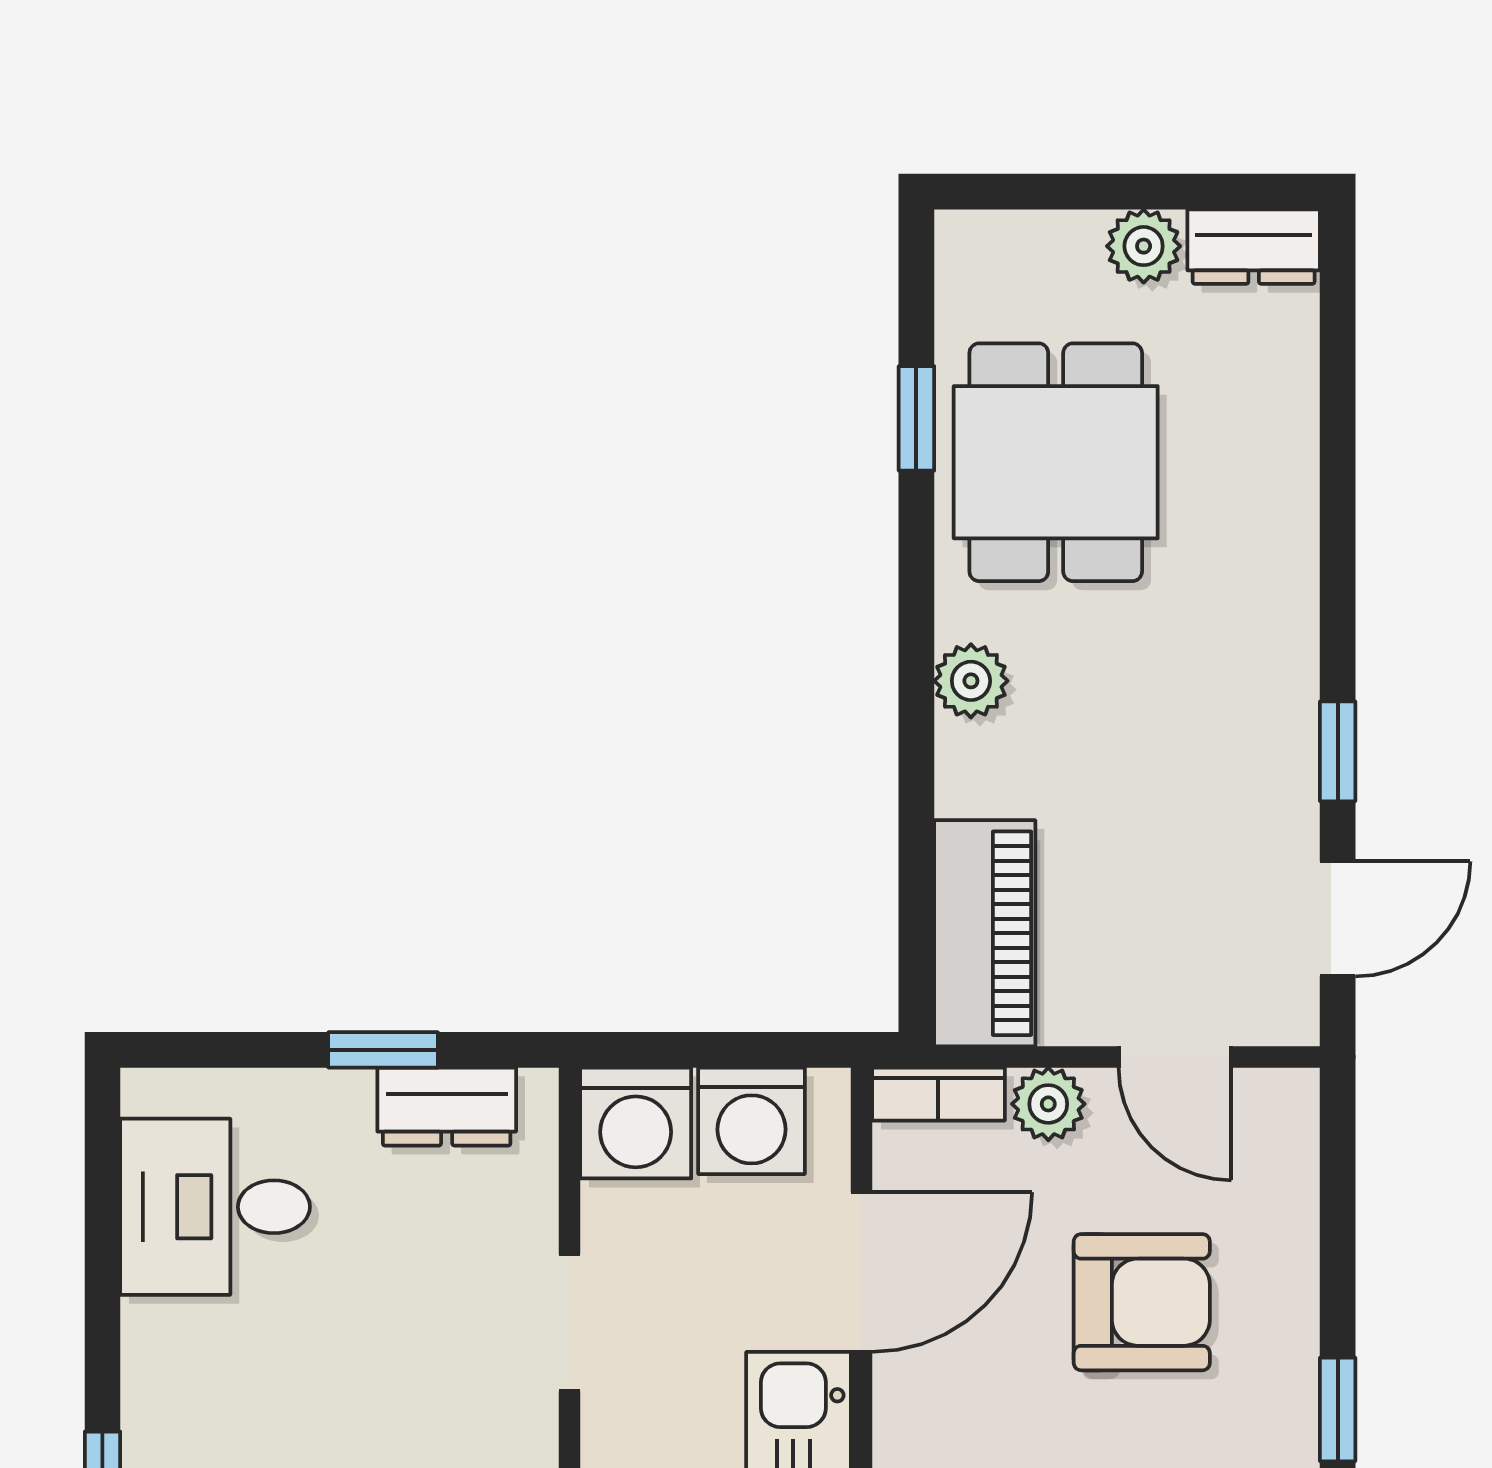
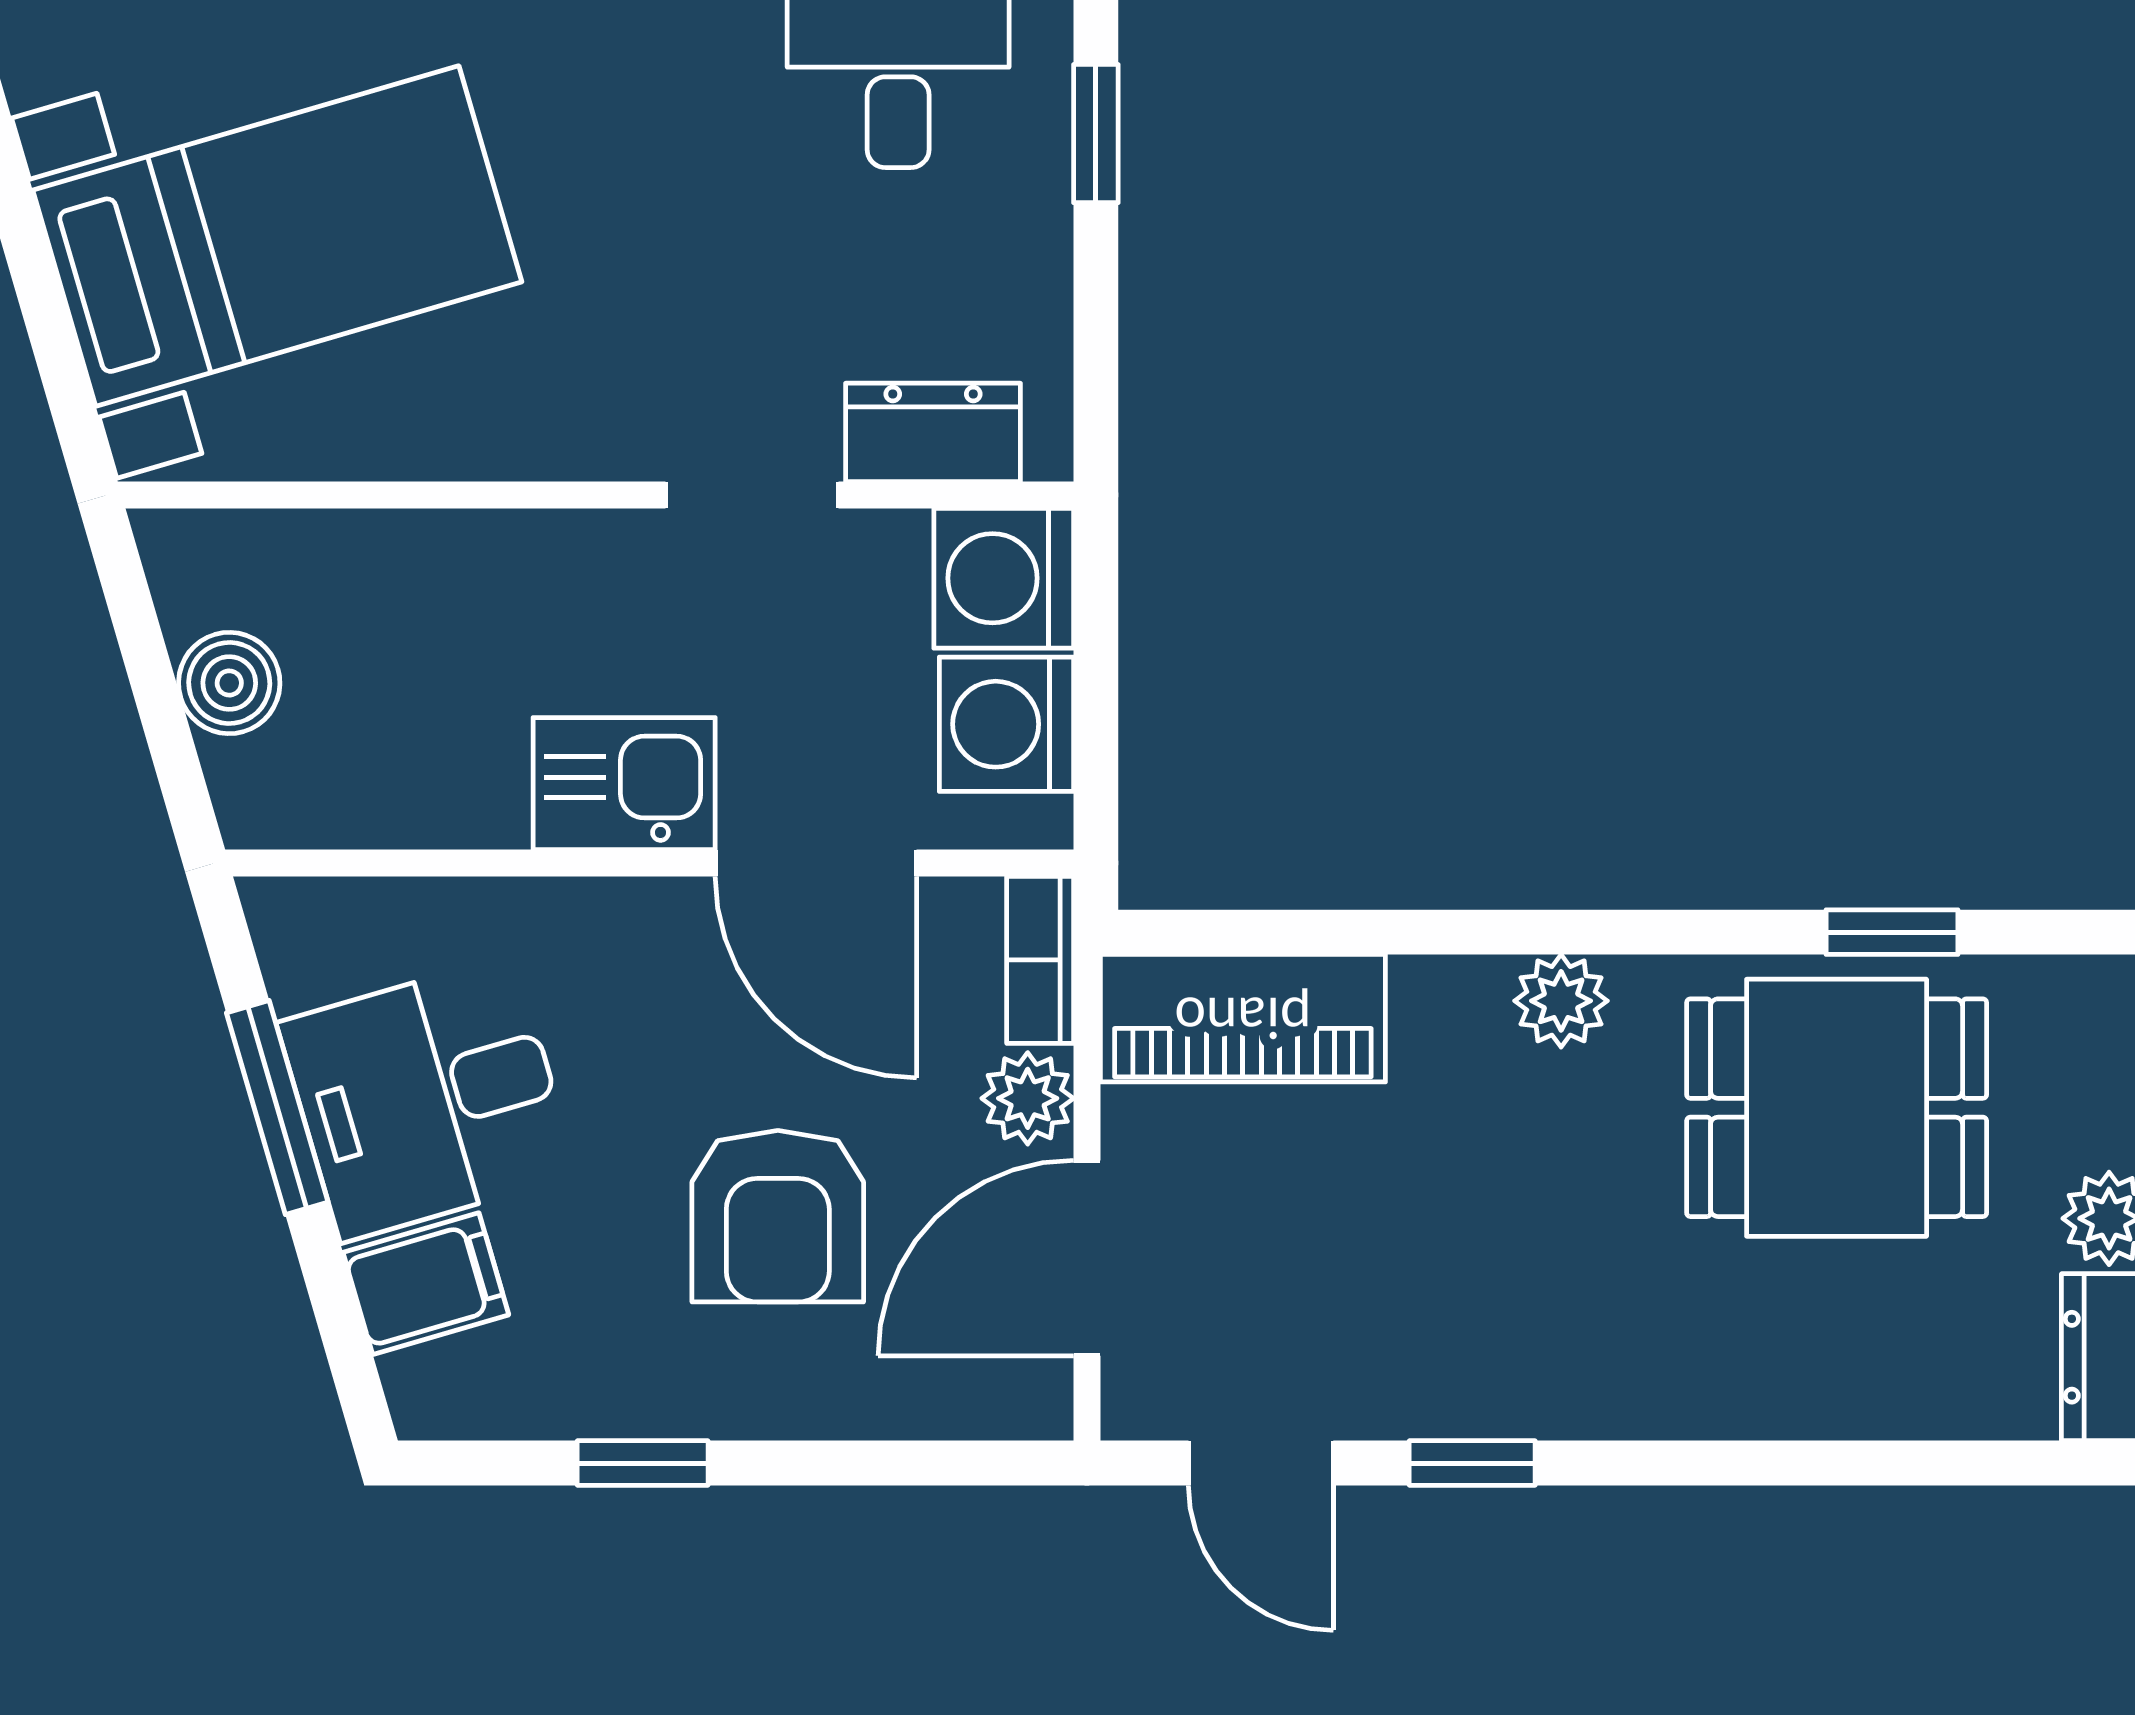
window: (383, 1050) -> (1096, 134), moved
door: (1175, 1057) -> (1087, 1258), width x1.38
dresser: (447, 1107) -> (933, 432), moved, turned 90

